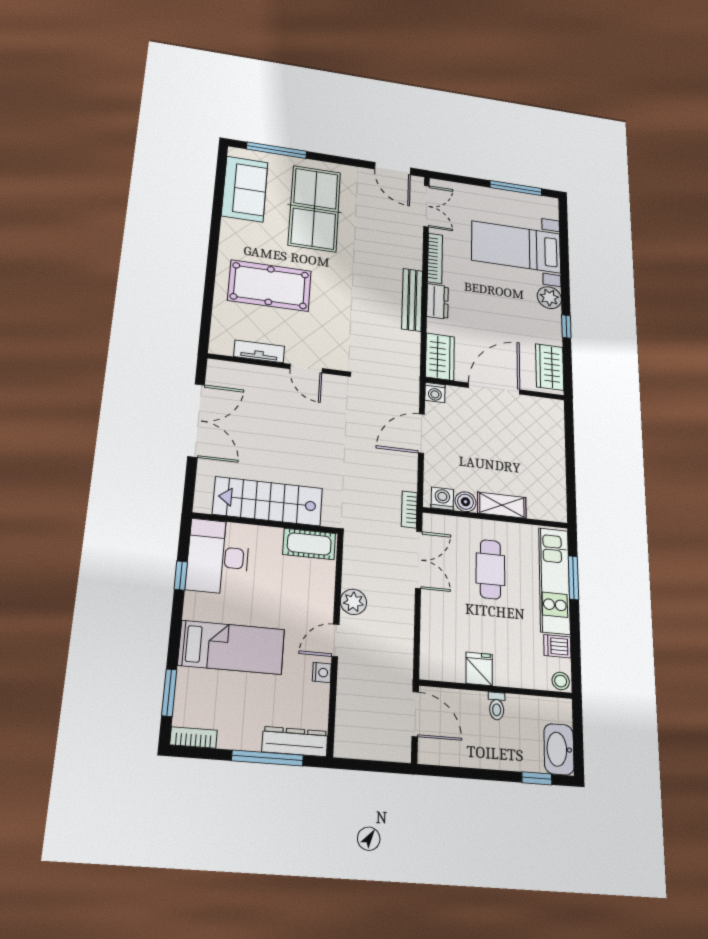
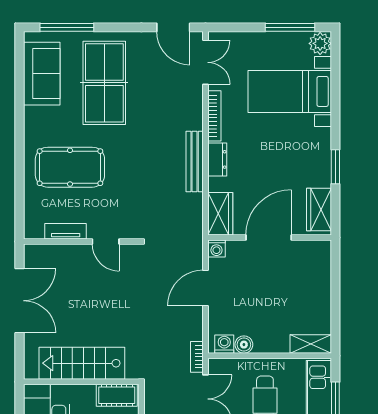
plant: (549, 298) -> (320, 43), moved
window: (566, 327) -> (335, 167), width x1.50
shelving: (502, 505) -> (311, 344), moved

